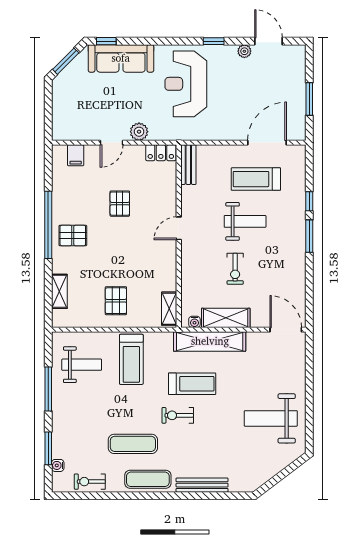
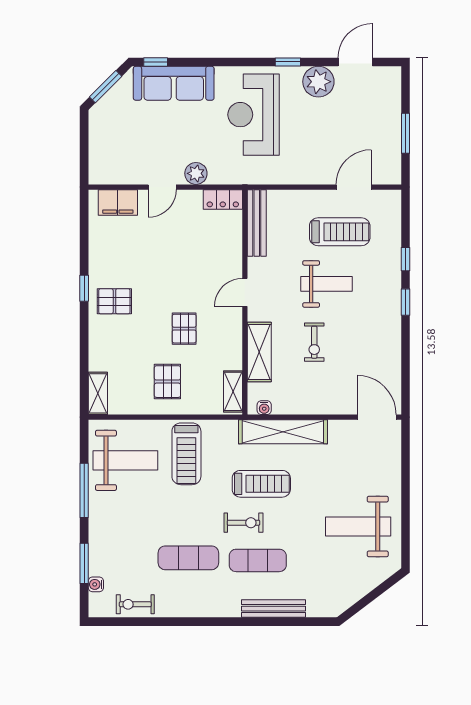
door: (268, 41) -> (355, 62), hinge flipped
plant: (244, 51) -> (318, 82), width x1.88, depth x1.88
door: (267, 143) -> (354, 187), width x0.73
filing cabinet: (76, 155) -> (118, 203), width x2.00
bench: (188, 165) -> (257, 223), width x1.36
treadmill: (256, 179) -> (340, 232), turned 180
pallet: (120, 204) -> (184, 329), moved
window: (48, 225) -> (84, 288), width x0.32
window: (309, 236) -> (405, 302), width x0.67
shelving: (59, 291) -> (98, 393), moved
shelving: (226, 318) -> (259, 352), moved, turned 90
weight bench: (82, 365) -> (125, 460), width x1.36, depth x1.33
exercise bike: (178, 415) -> (244, 523), turned 180
exercise mat: (148, 479) -> (258, 560), moved

